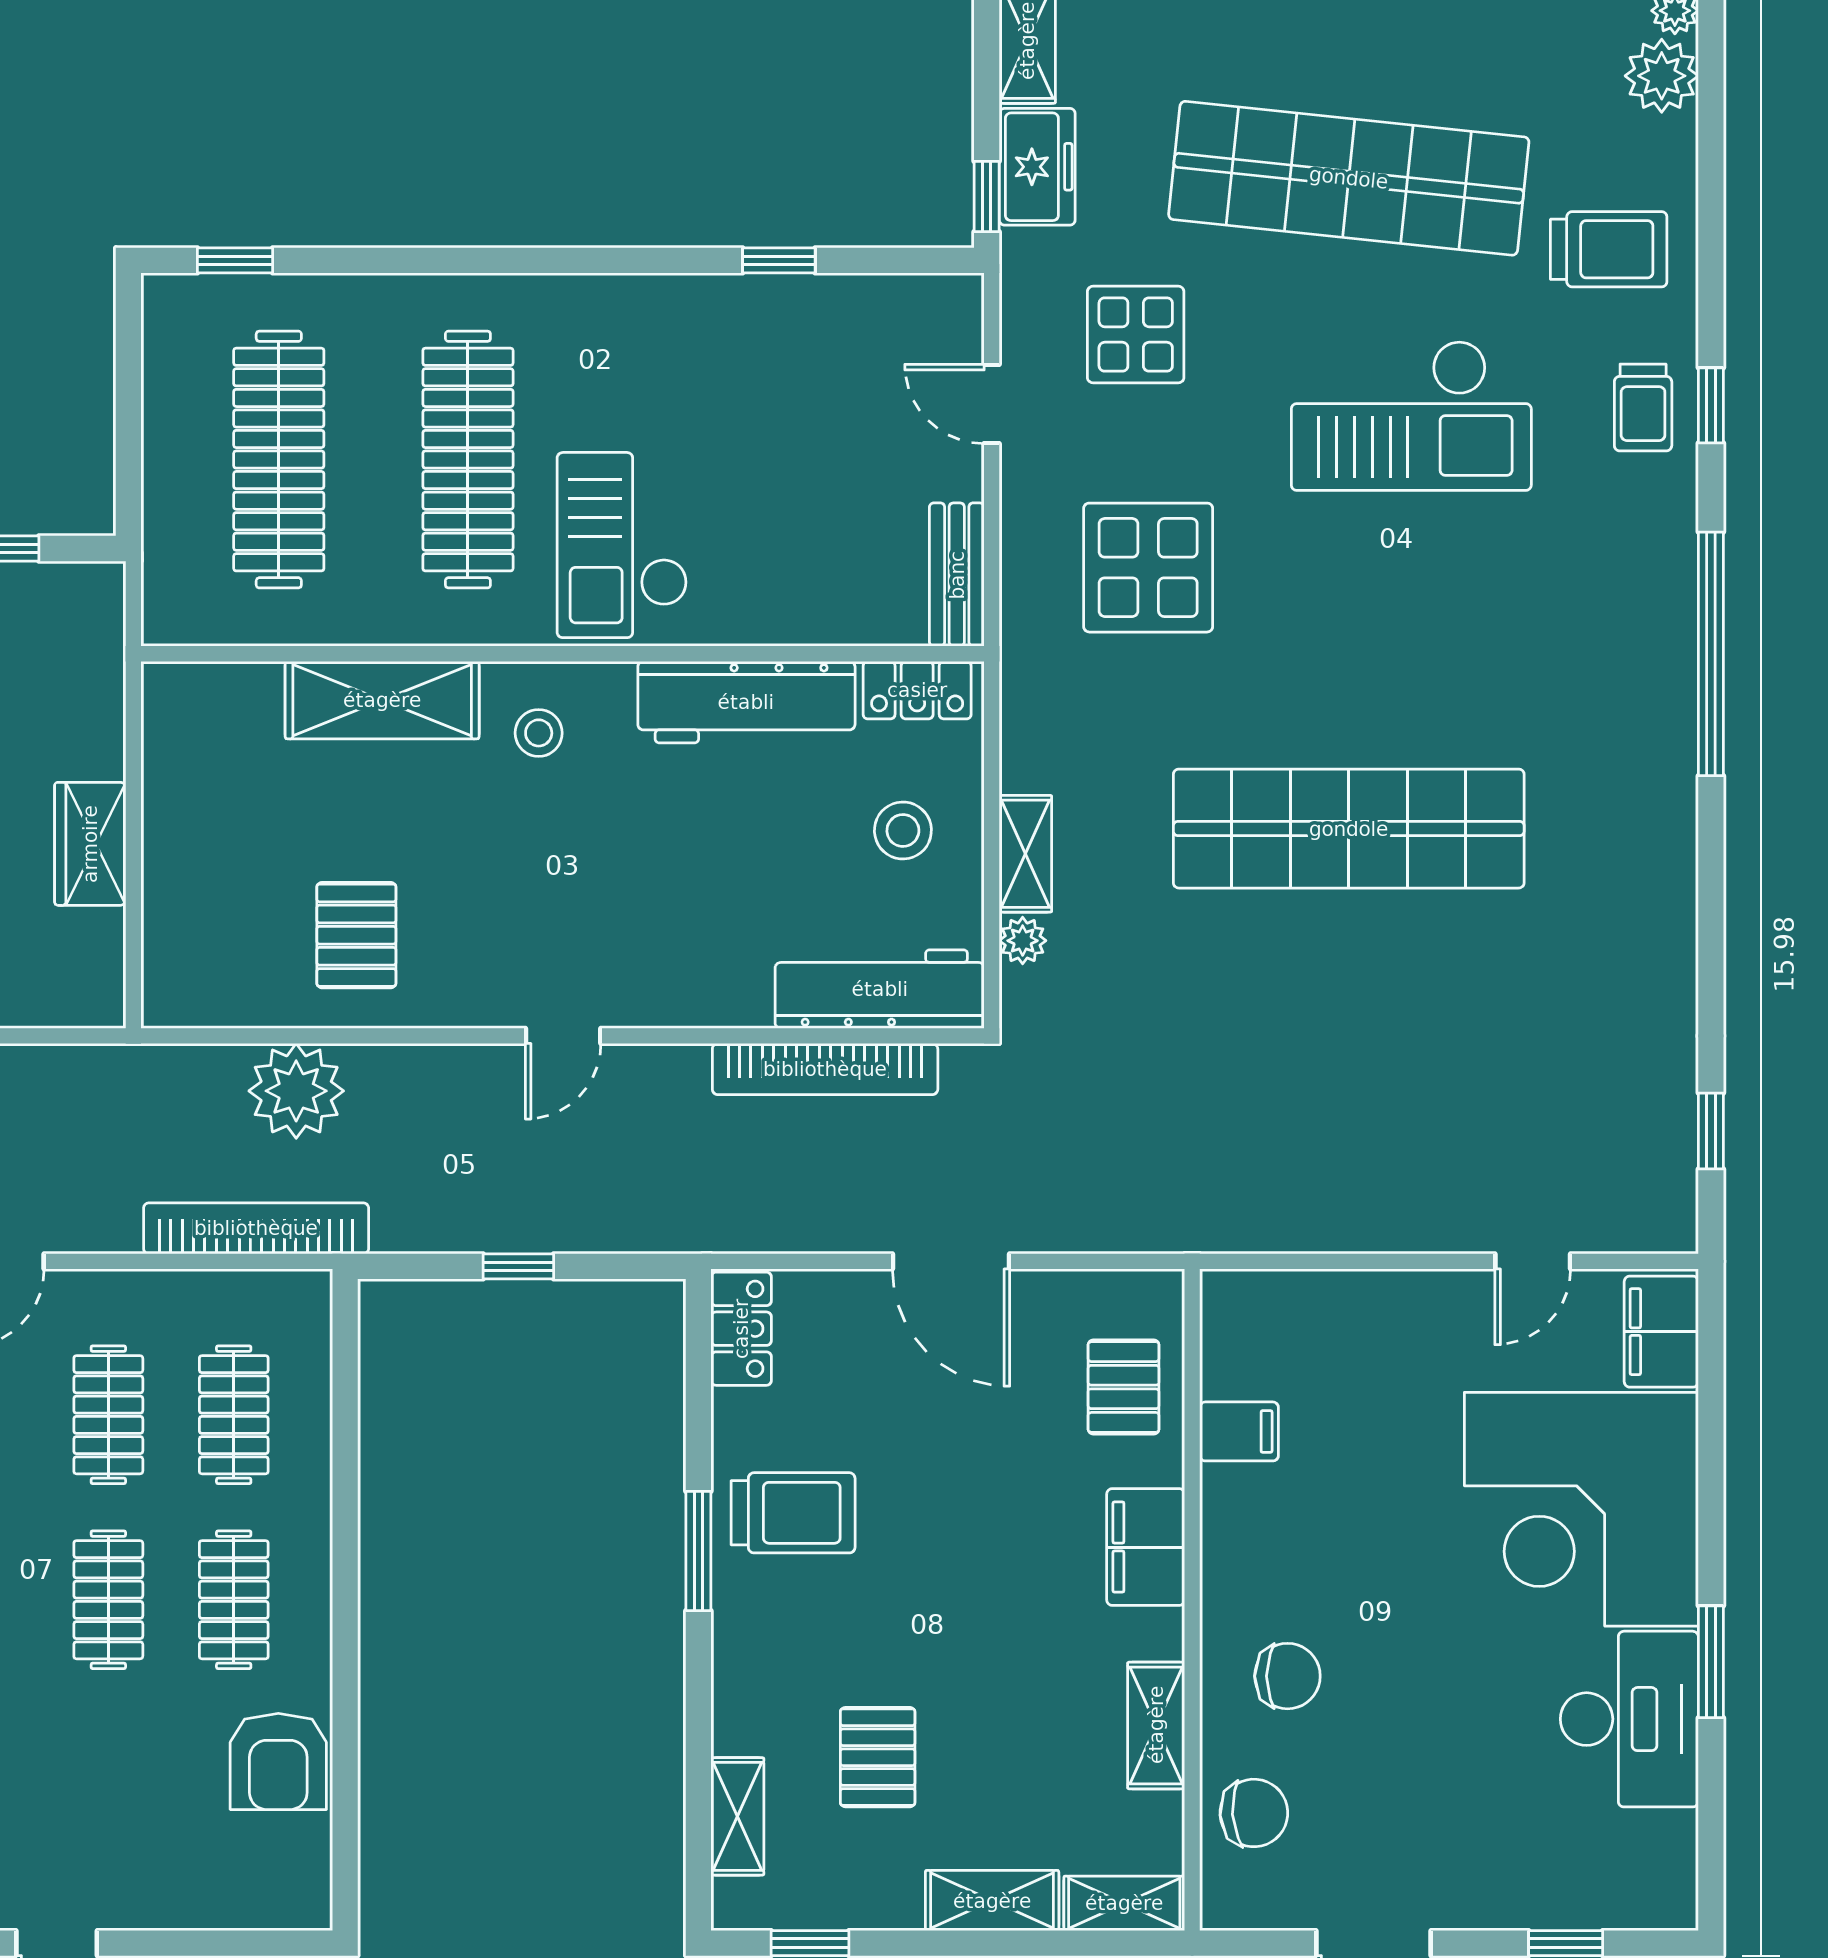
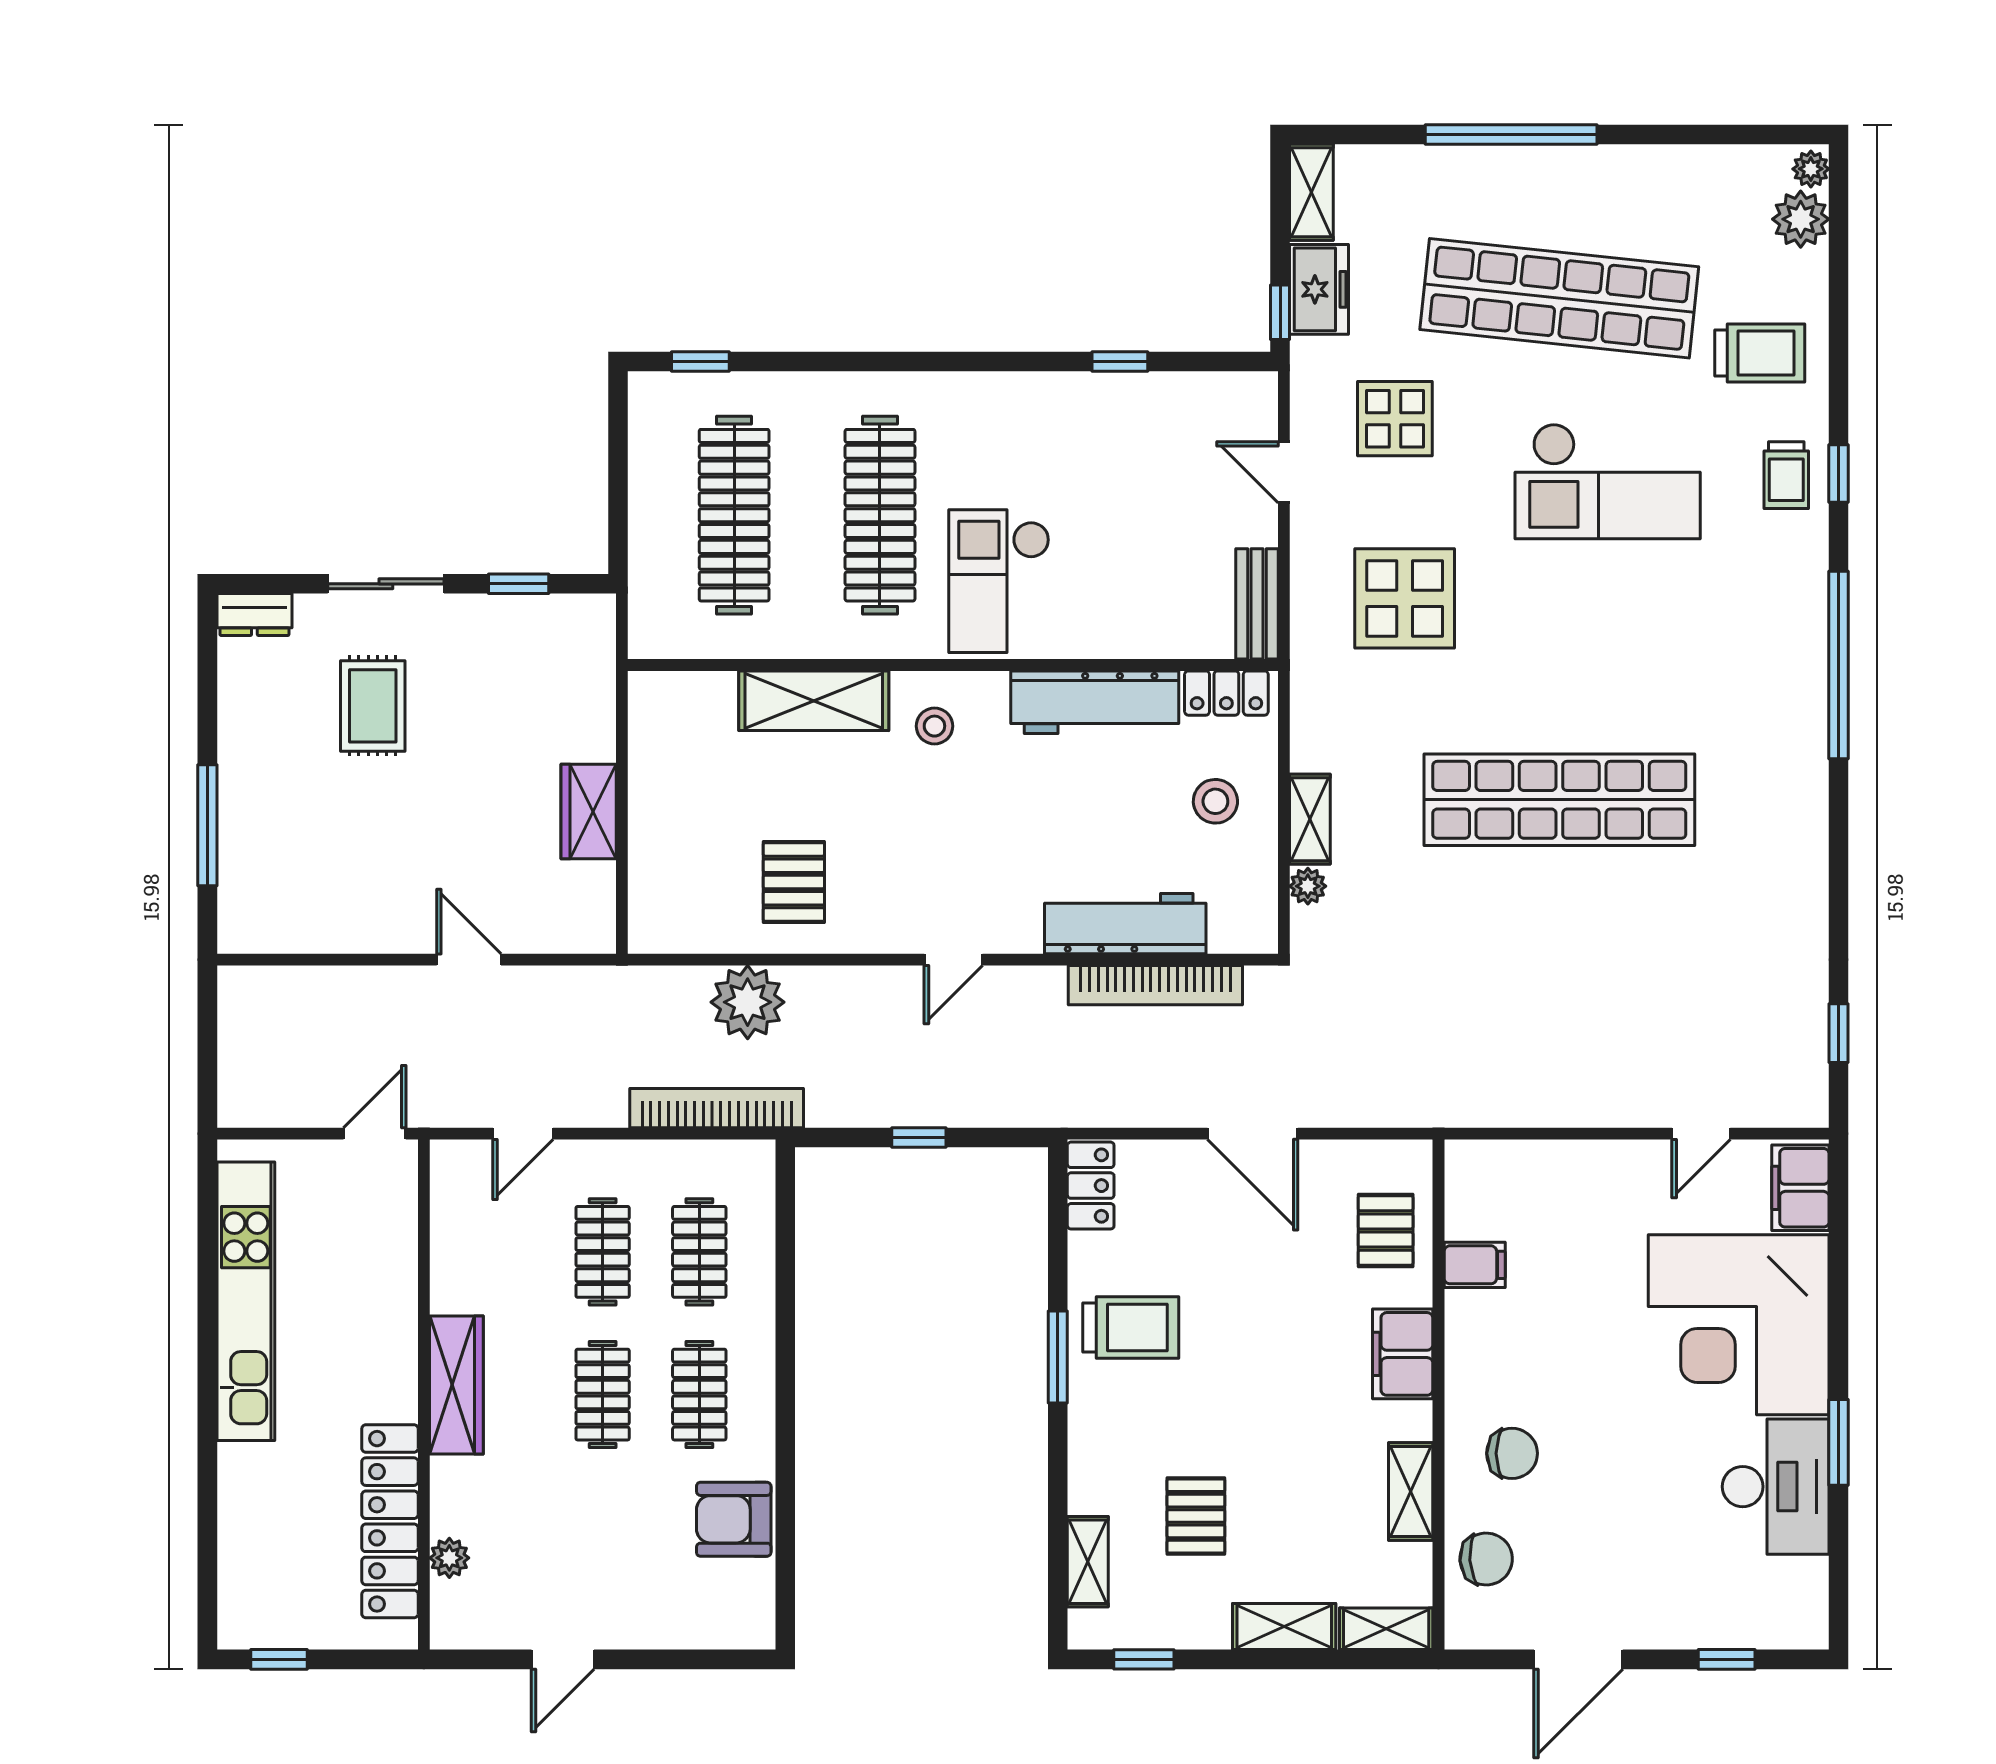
workbench: (880, 989) -> (1125, 924), moved
armchair: (278, 1761) -> (734, 1519), turned 90

